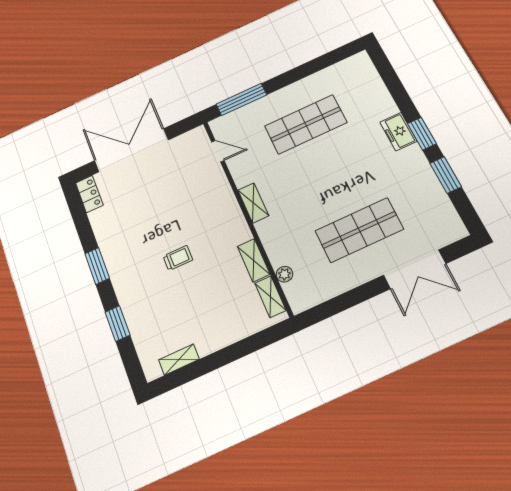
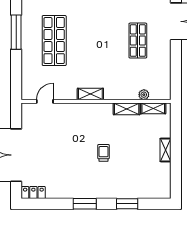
window: (241, 99) -> (16, 32), moved
shop shelf: (359, 230) -> (138, 41), width x0.70, depth x0.74
shelving: (179, 360) -> (166, 150), moved

